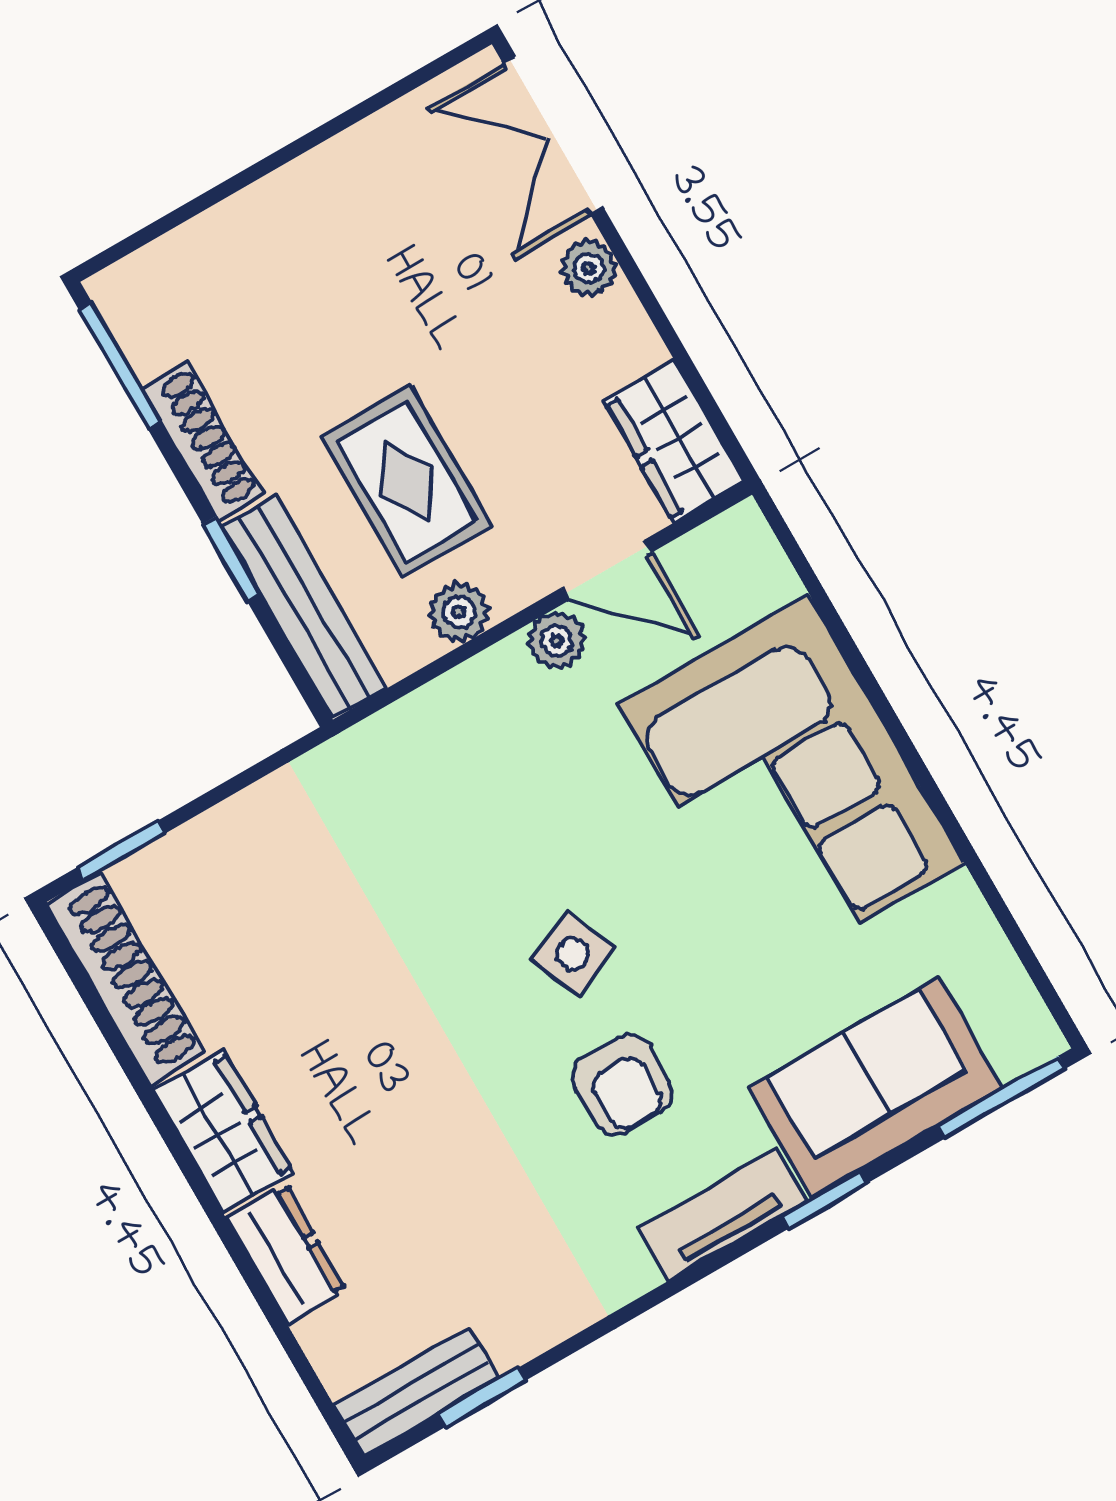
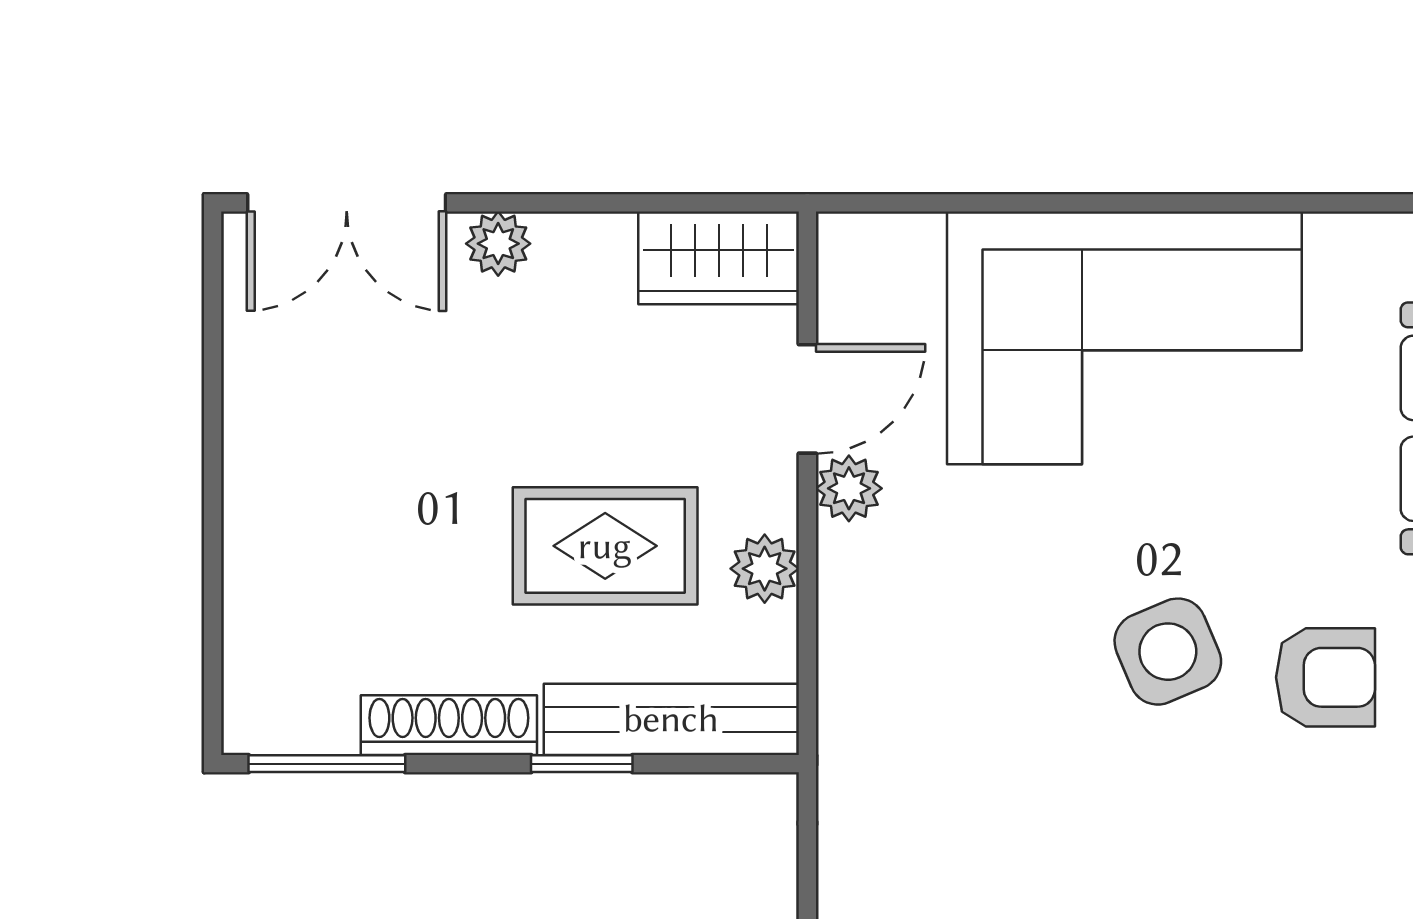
side table: (573, 954) -> (1168, 652), width x1.37, depth x1.37

